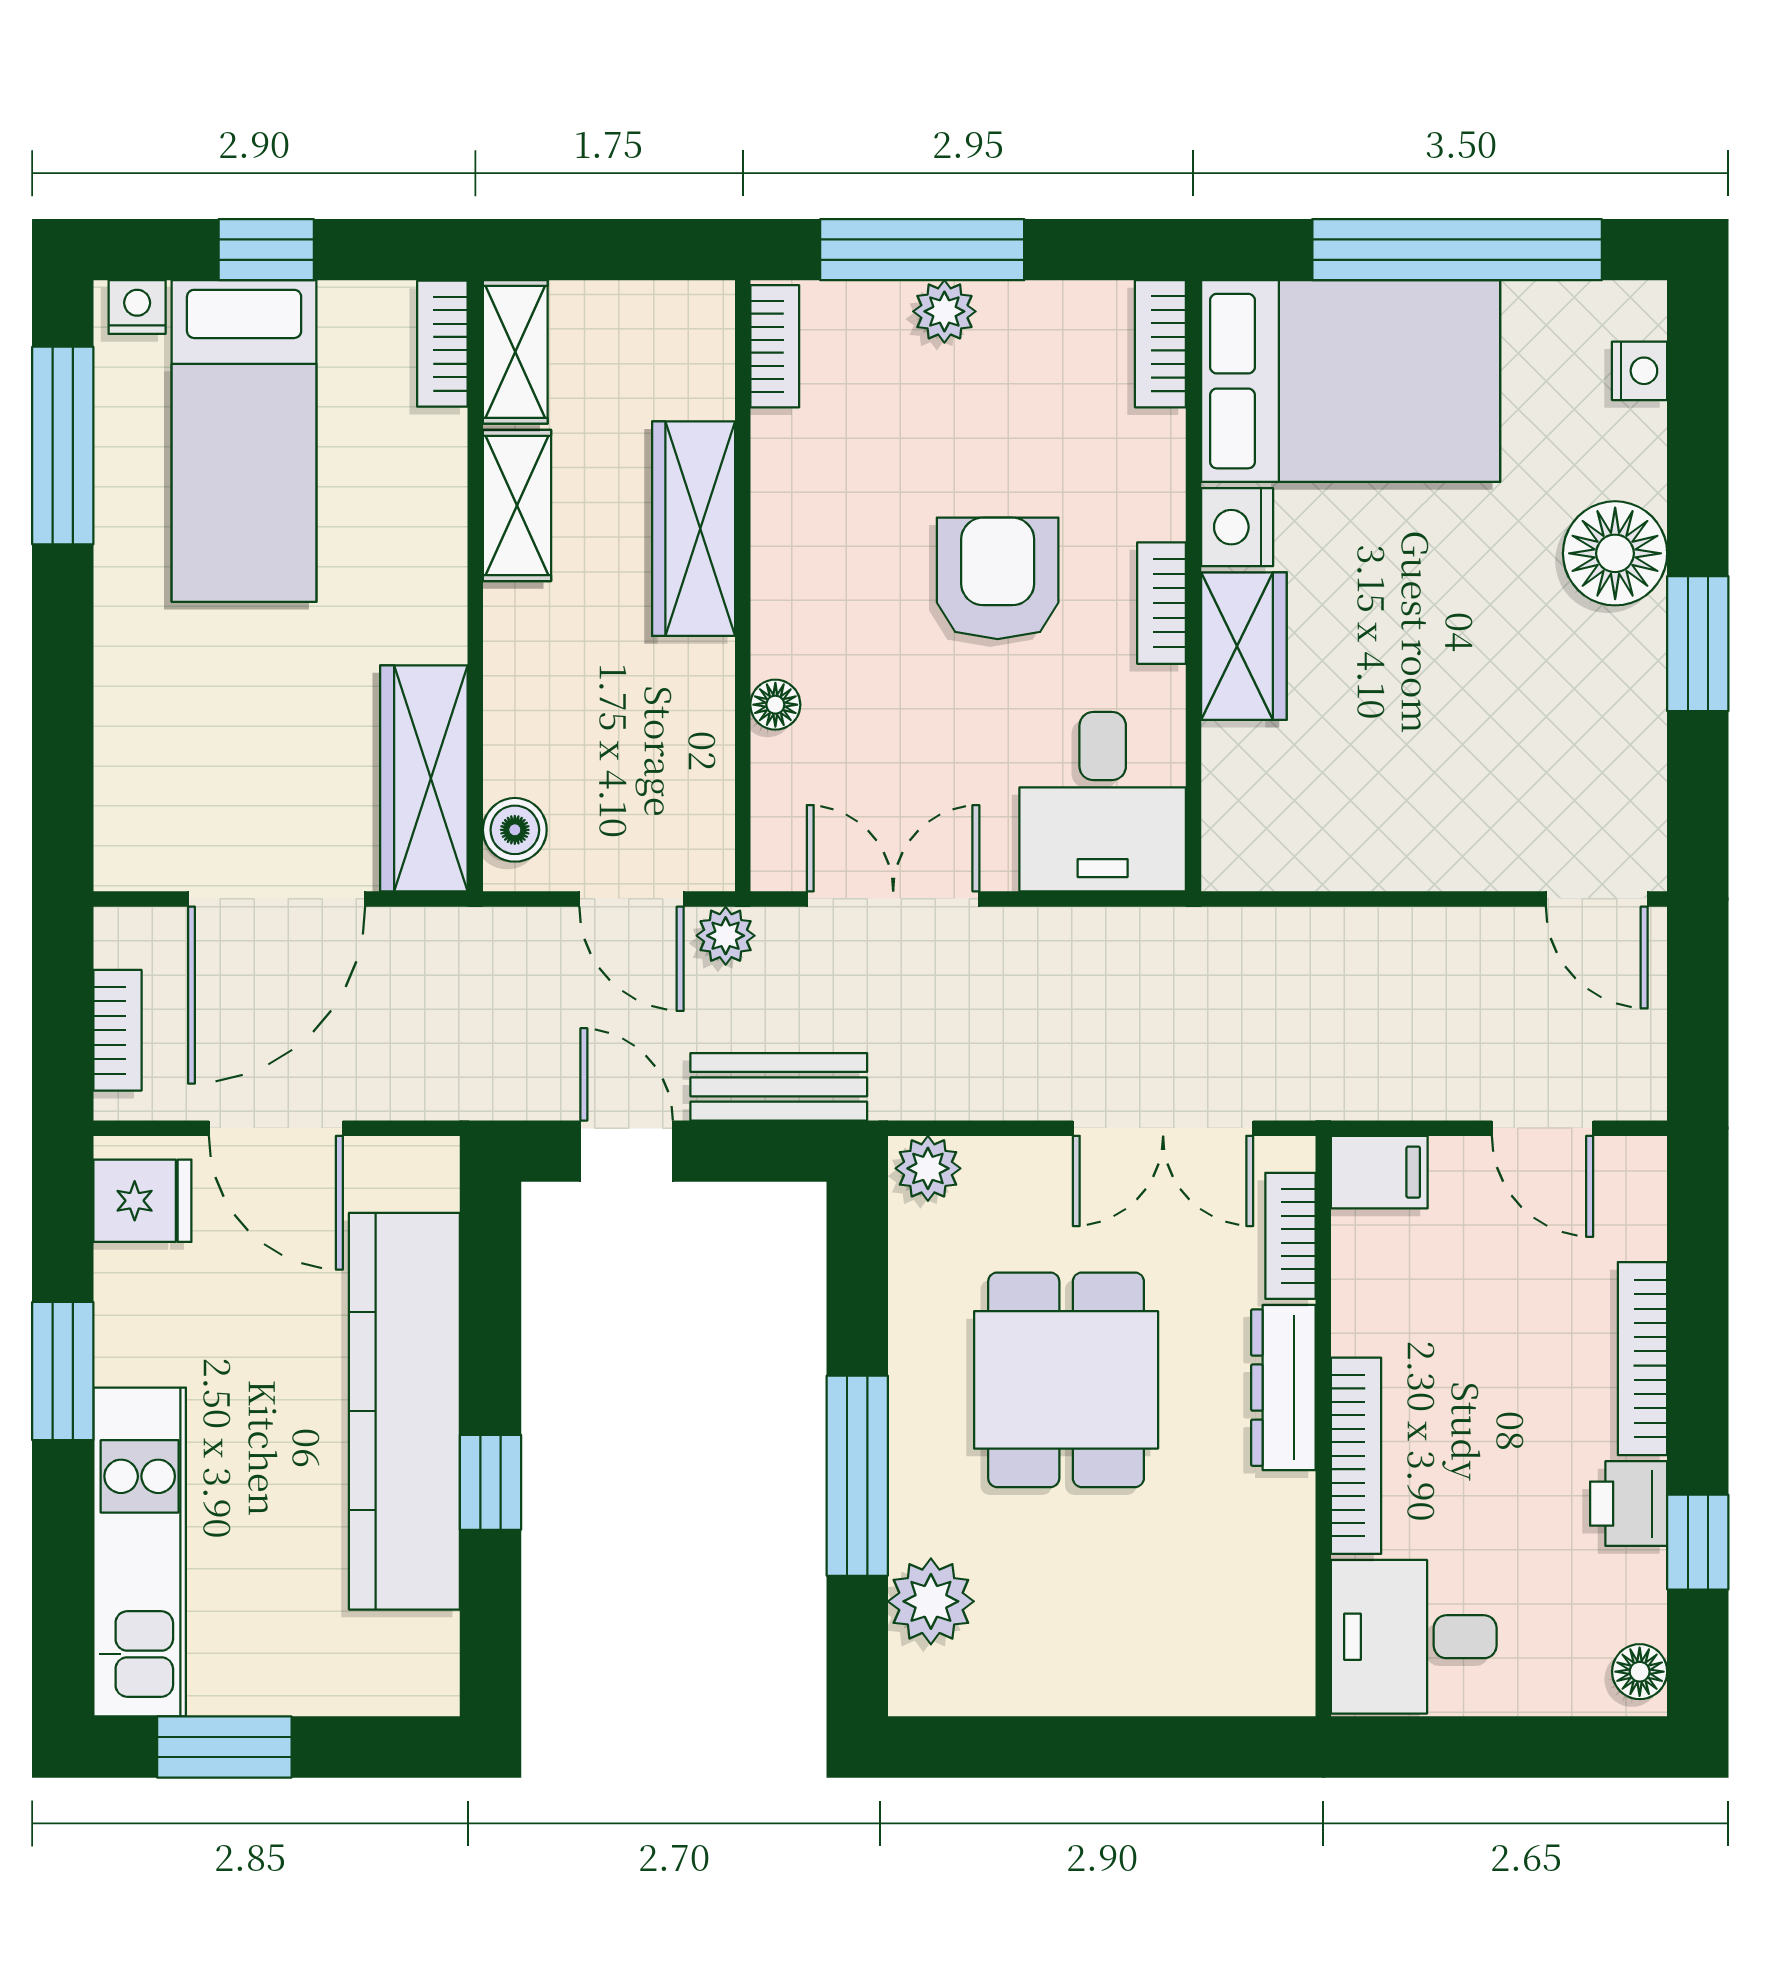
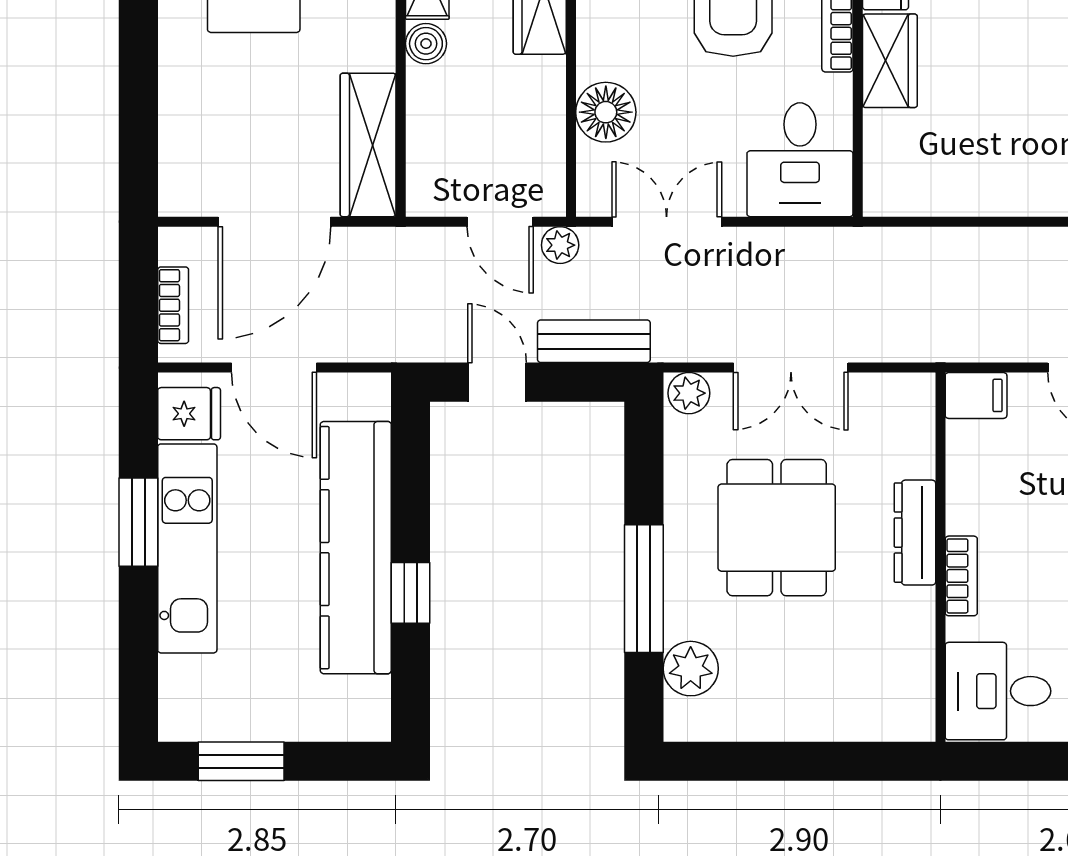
floor lamp: (775, 705) -> (606, 112), width x1.89, depth x1.89
boiler: (515, 830) -> (426, 44), moved
double door: (1163, 1128) -> (791, 368), moved
bookcase: (1290, 1236) -> (920, 436), removed
bookcase: (1356, 1456) -> (961, 576), width x0.64
kitchen unit: (140, 1552) -> (187, 548), moved

